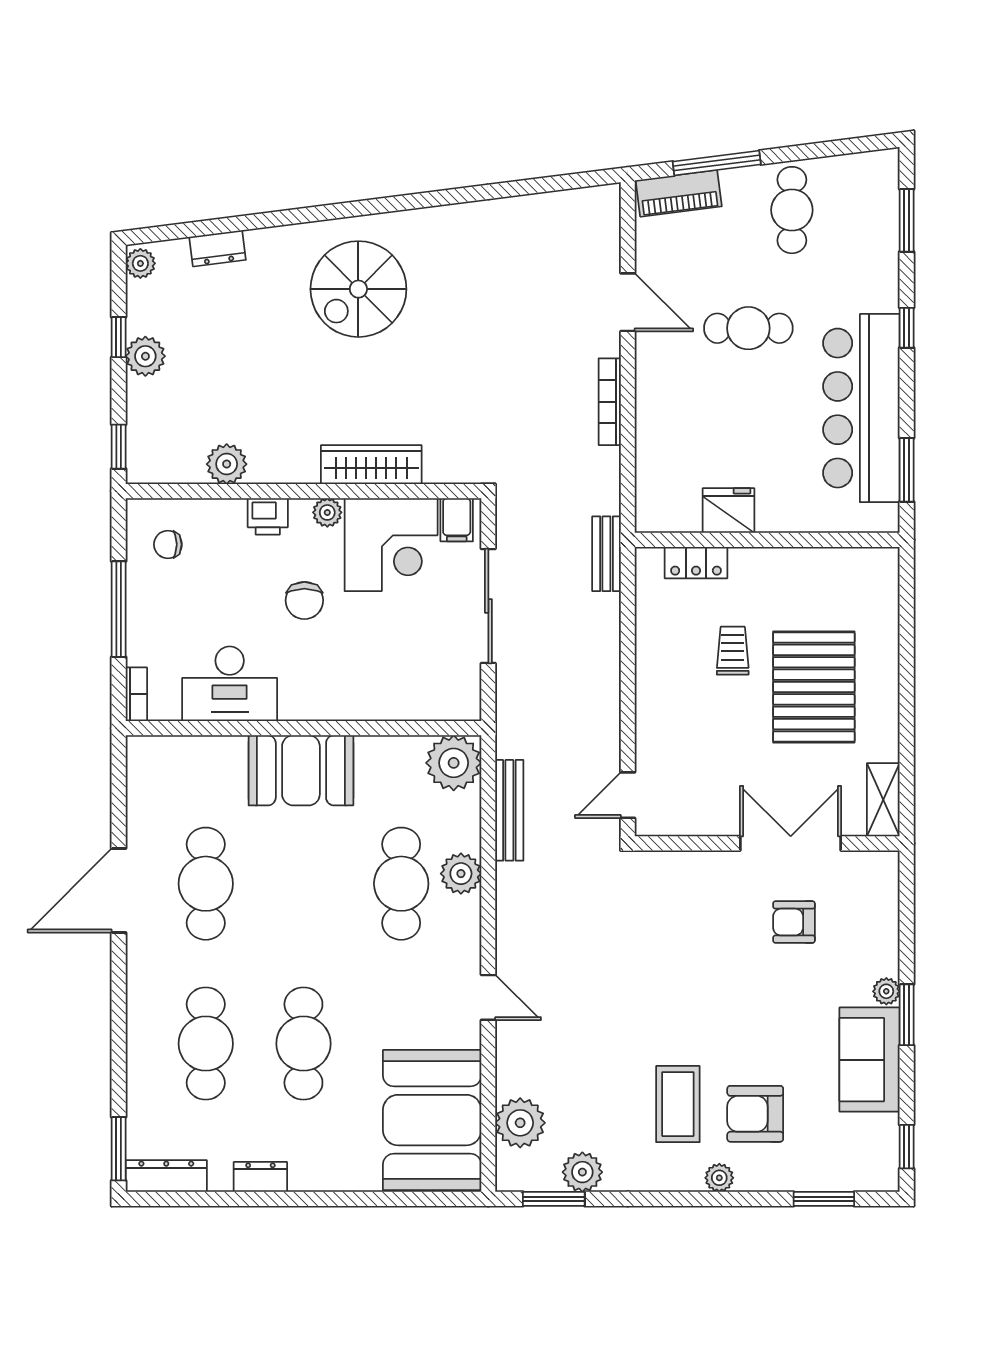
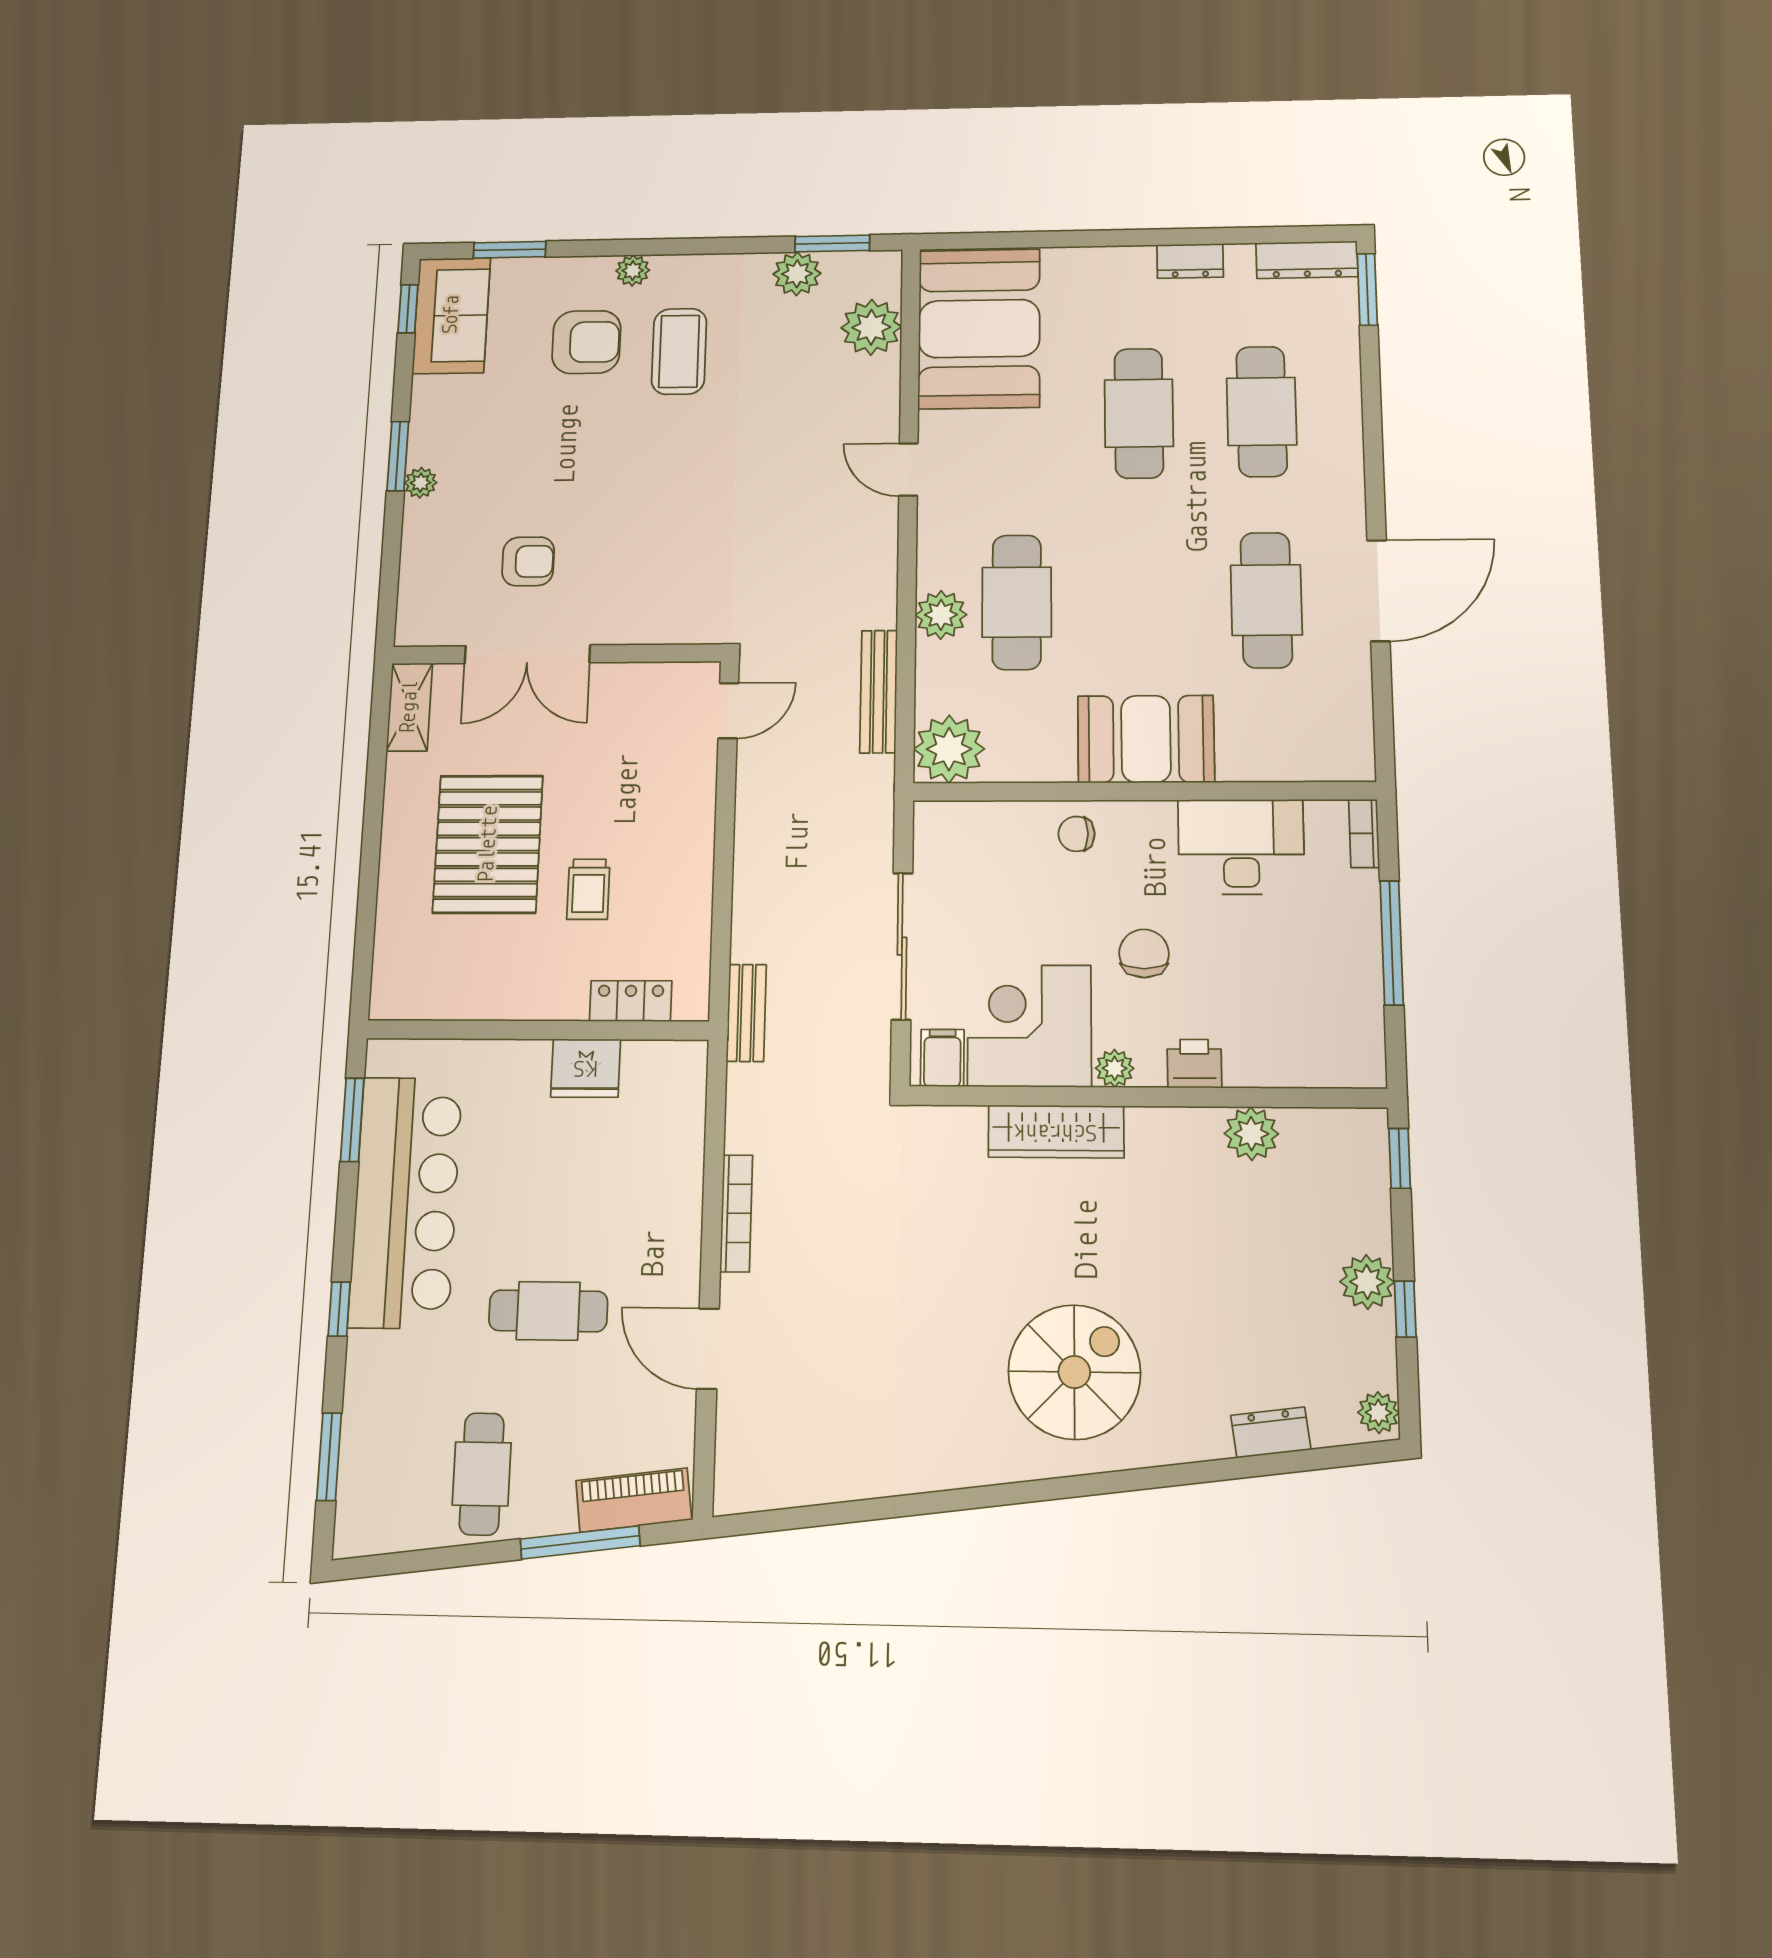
chair: (168, 544) -> (1077, 834), moved, turned 180
sofa: (870, 1060) -> (451, 315), moved

